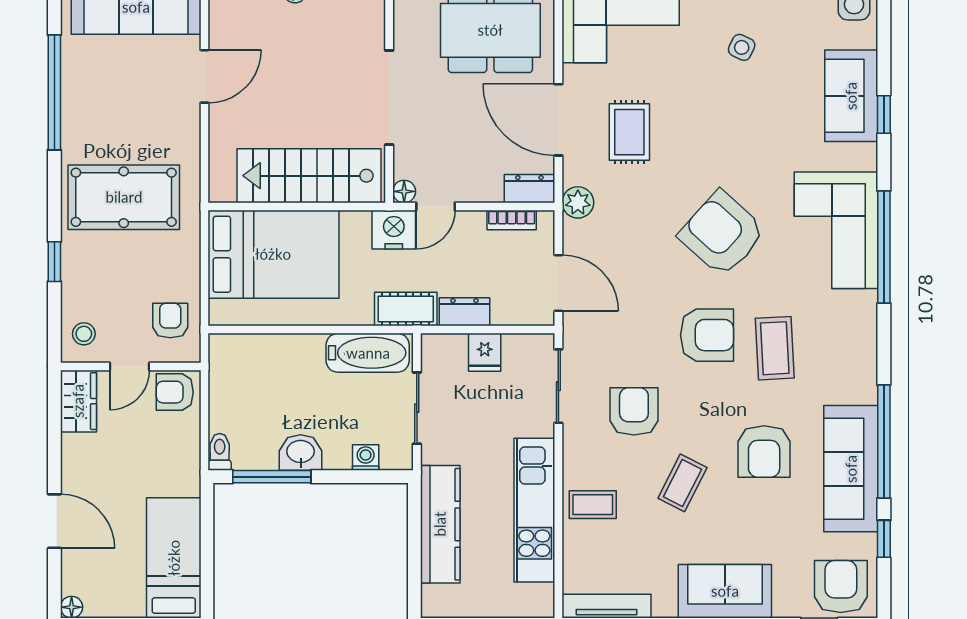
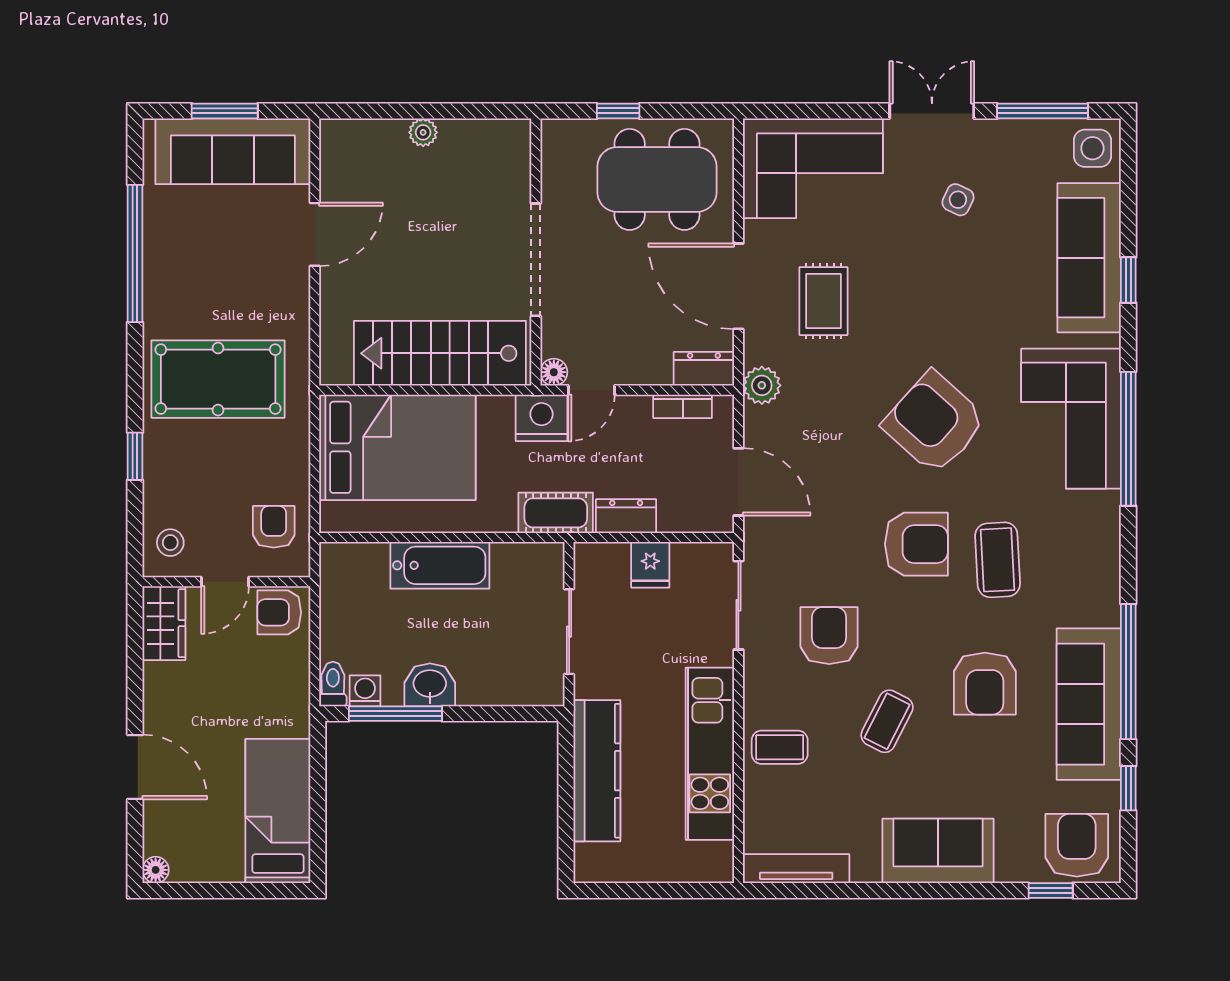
sofa: (851, 96) -> (1089, 258), width x1.36
bathtub: (368, 353) -> (440, 565), moved
washing machine: (366, 458) -> (365, 691), moved

